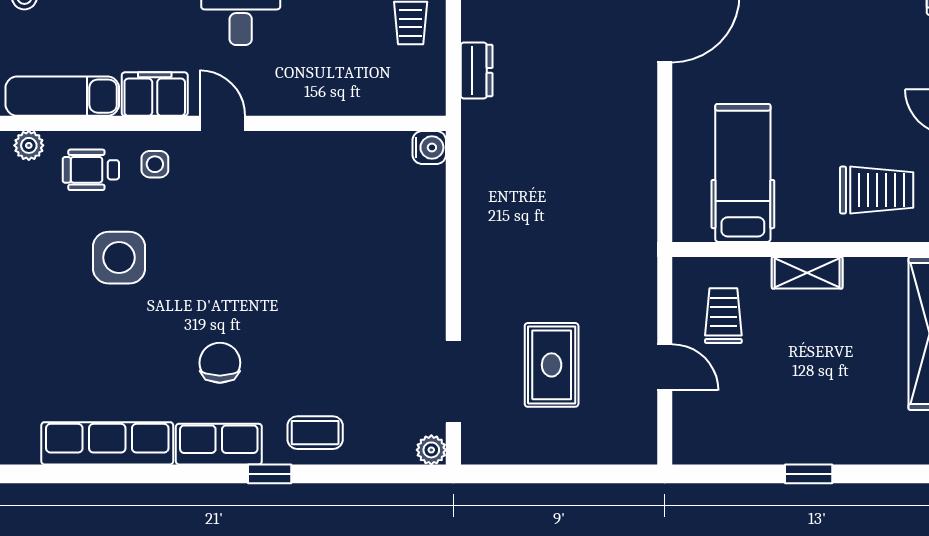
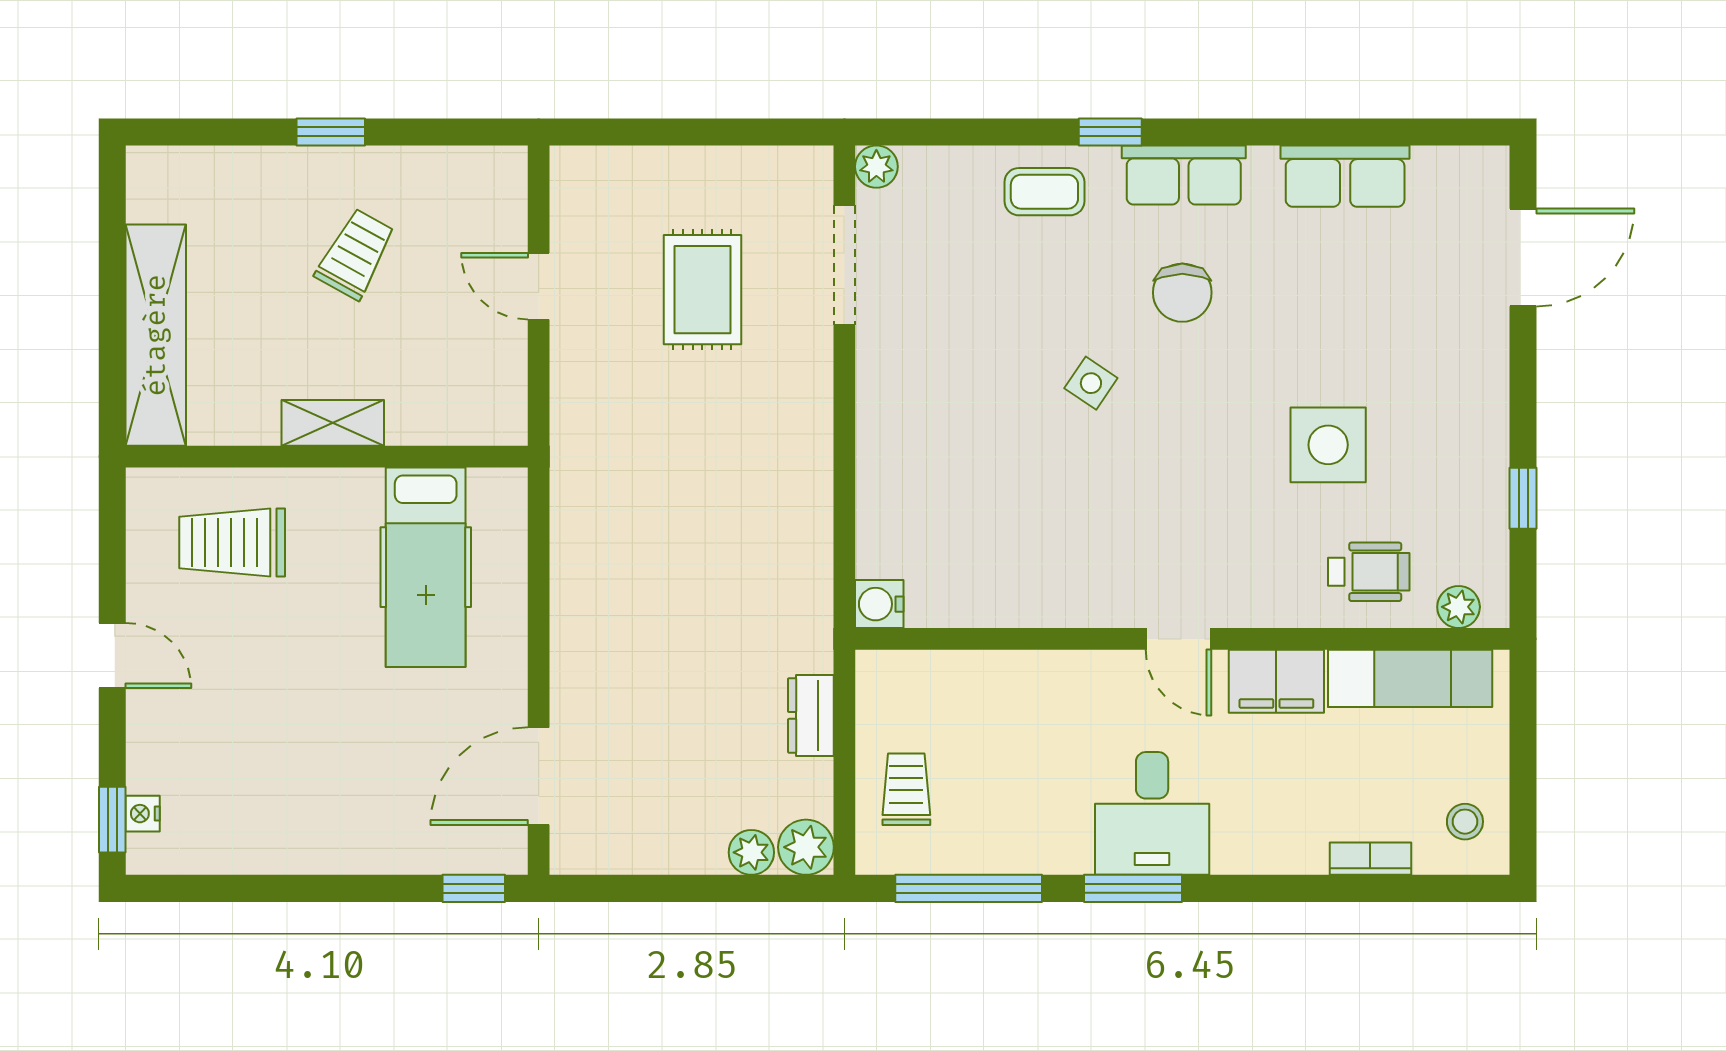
side table: (155, 164) -> (1091, 383), moved, turned 34
trolley: (723, 316) -> (355, 254), moved, turned -151
row of seats: (107, 443) -> (1345, 176), width x0.68

